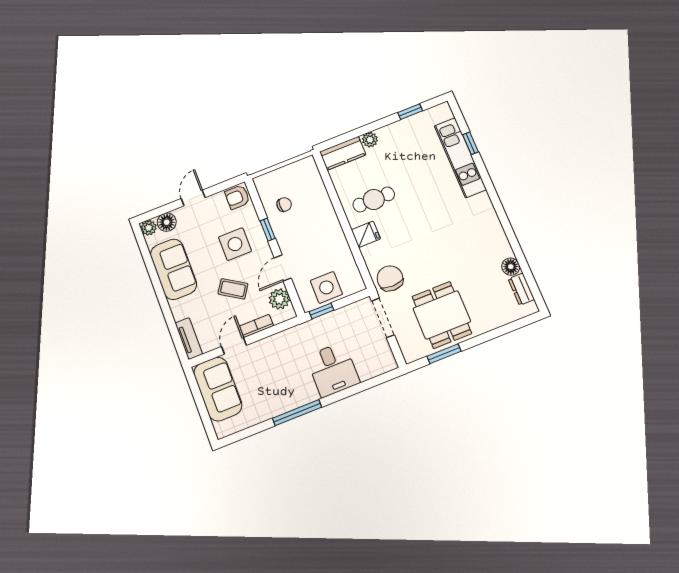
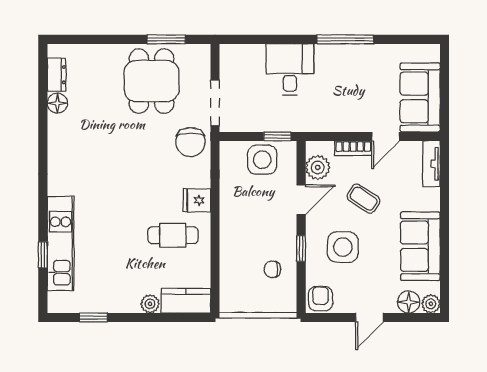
armchair: (237, 197) -> (320, 299), turned -90

